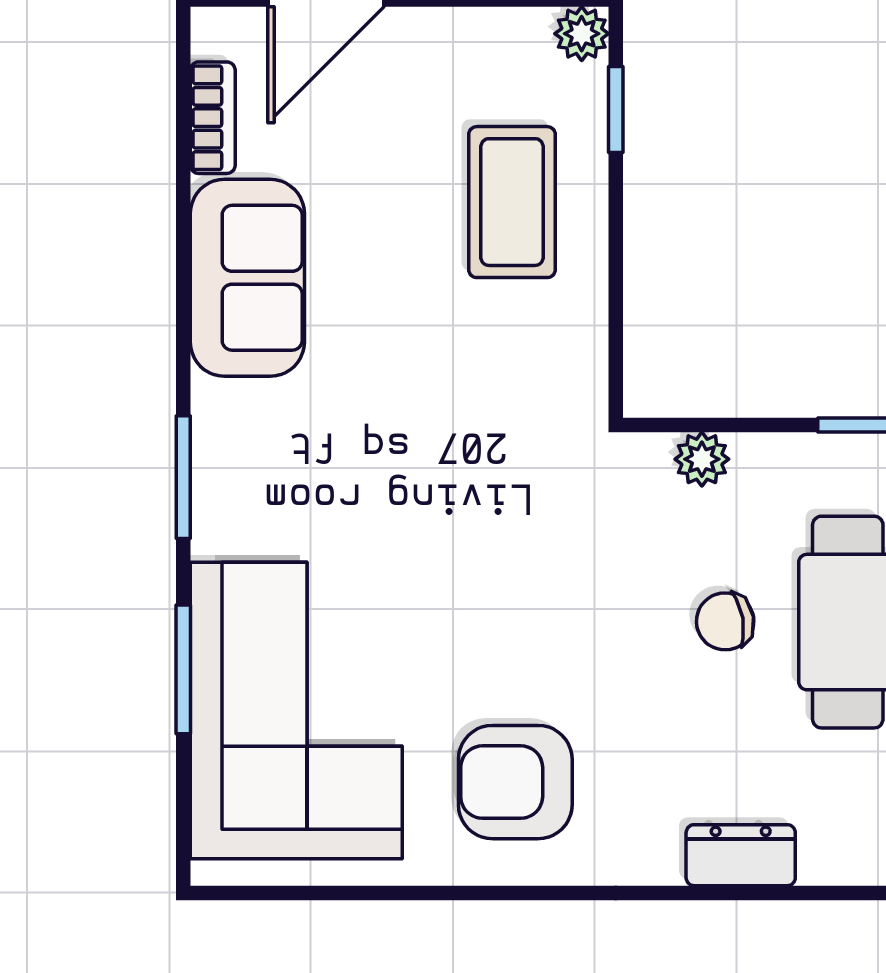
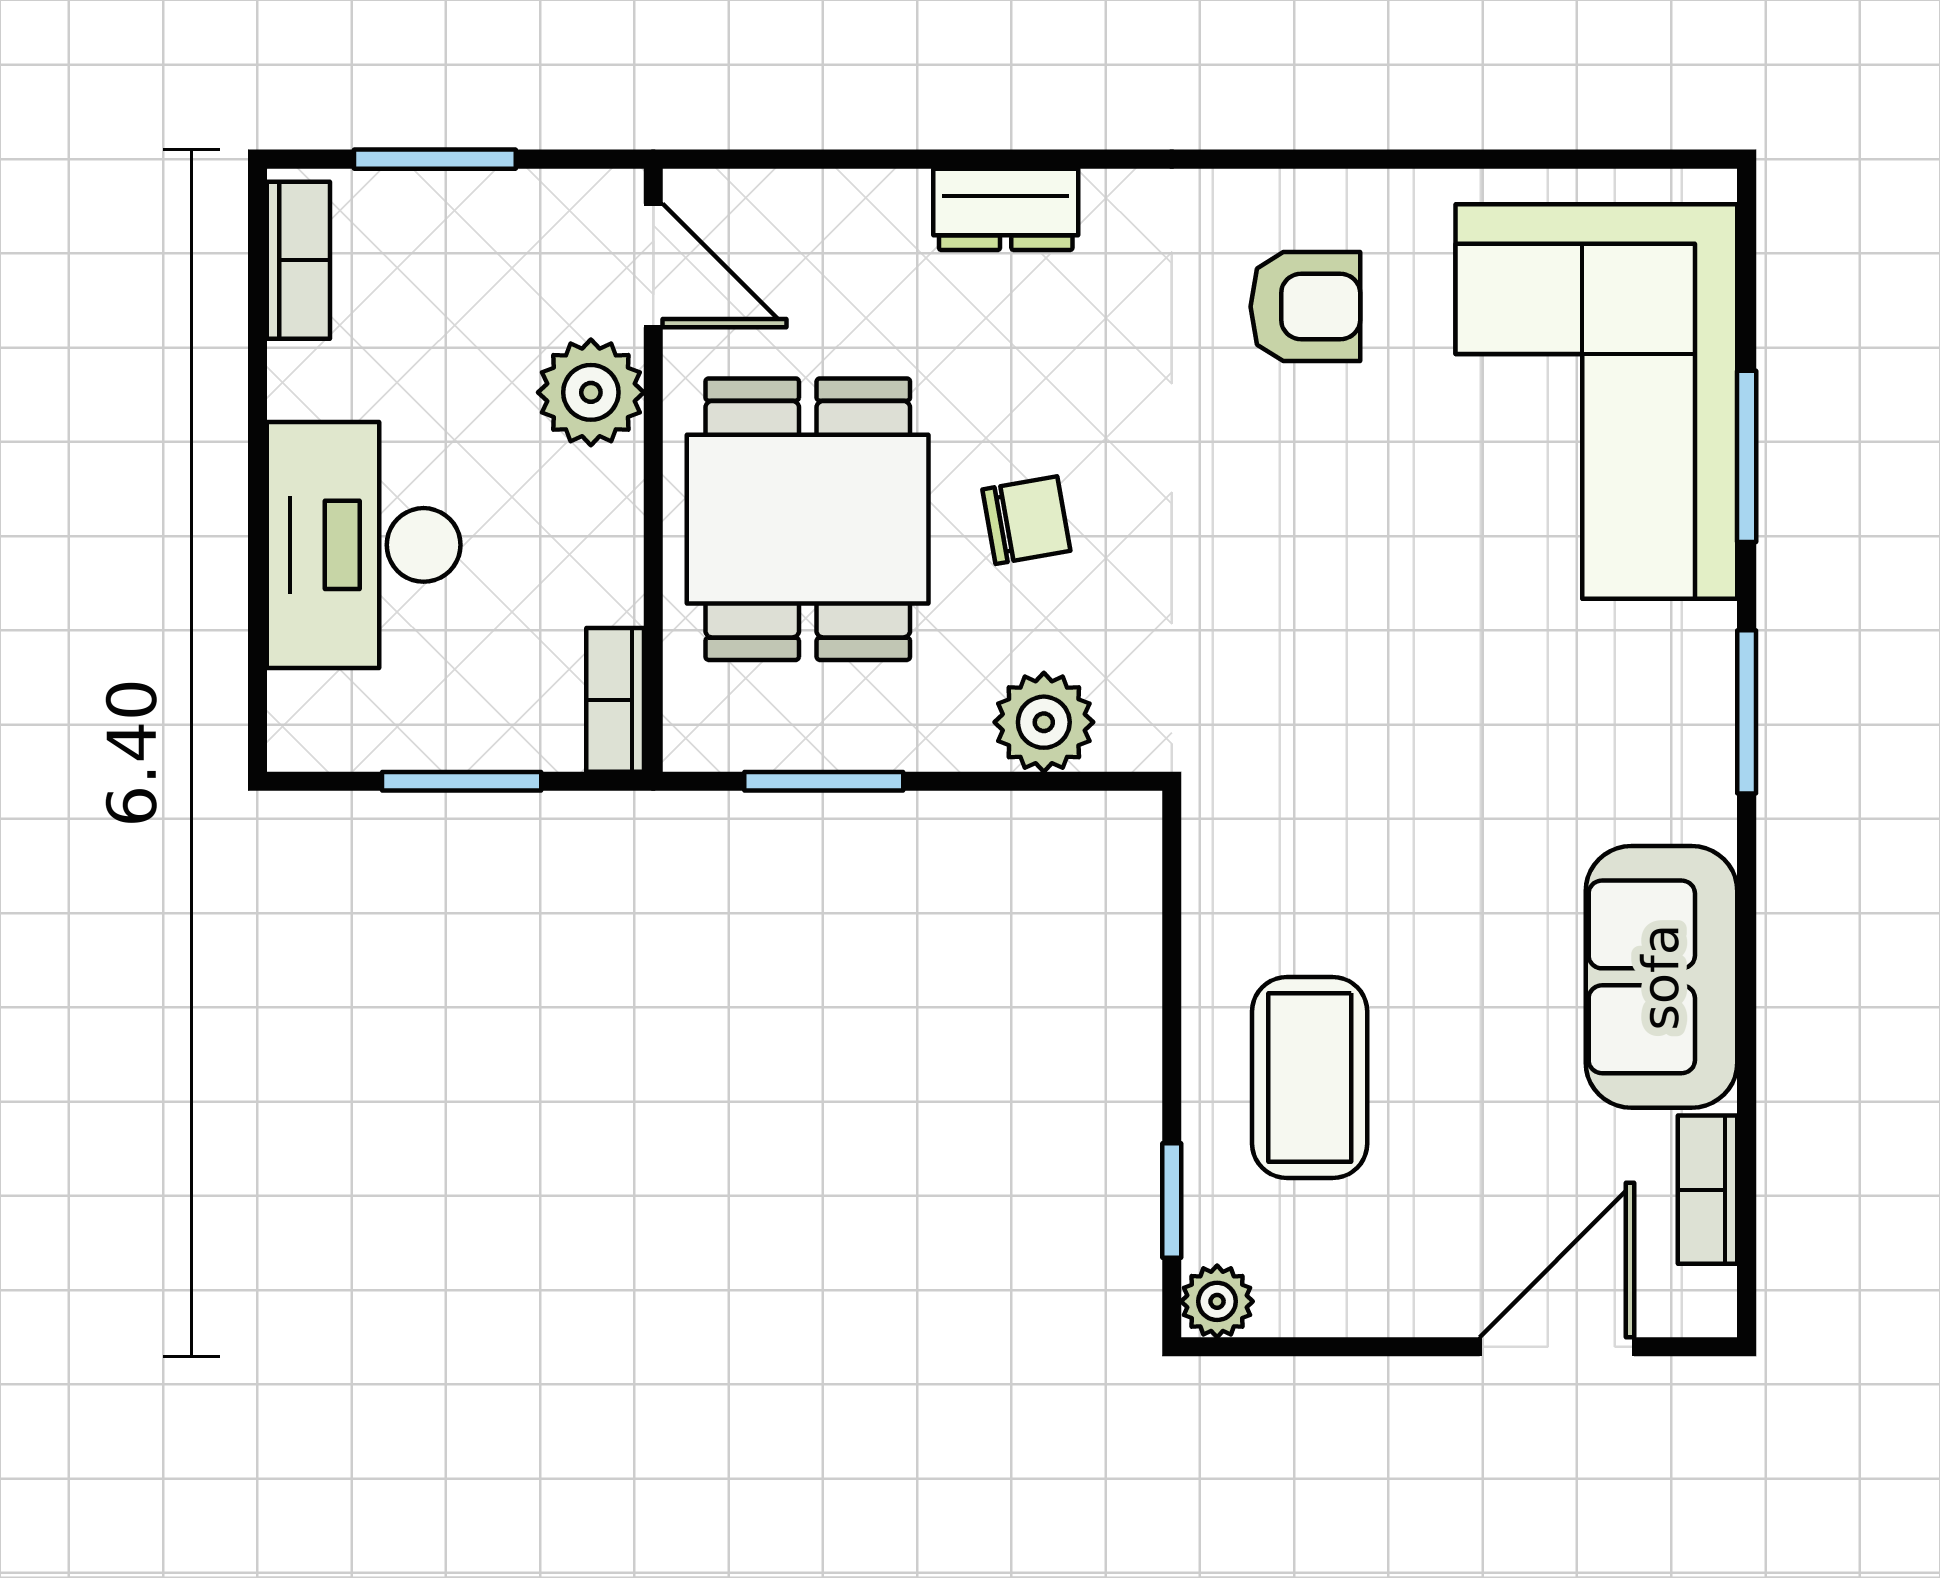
plant: (702, 459) -> (1044, 722), width x1.38, depth x1.38
armchair: (515, 782) -> (1305, 307), width x0.72, depth x0.72

